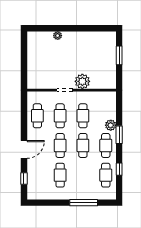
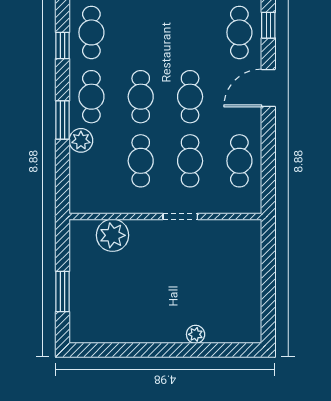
plant: (82, 81) -> (113, 235), moved
cafe table: (60, 175) -> (239, 32), moved

